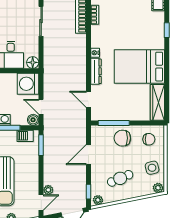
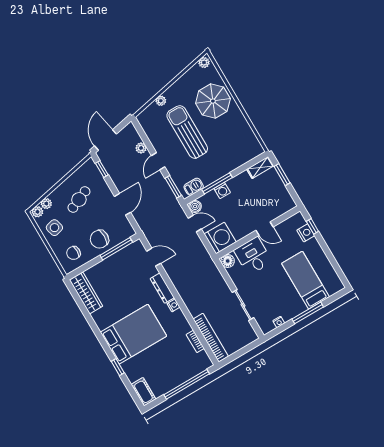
bed: (139, 67) -> (133, 334), moved
chair: (122, 138) -> (99, 239), turned 180
plant: (98, 200) -> (46, 204), moved
door: (41, 203) -> (158, 161), moved

